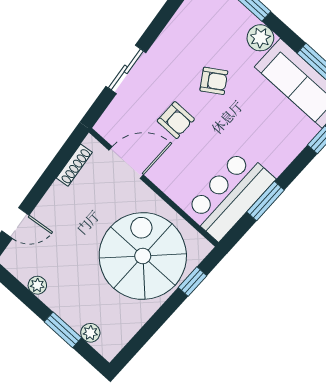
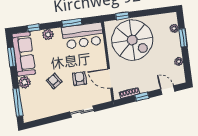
plant: (288, 148) -> (48, 35), added
window: (49, 177) -> (142, 97), added
spiral stairs: (143, 256) -> (132, 40), turned -90

